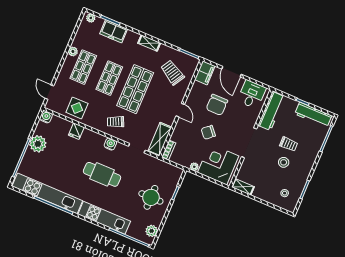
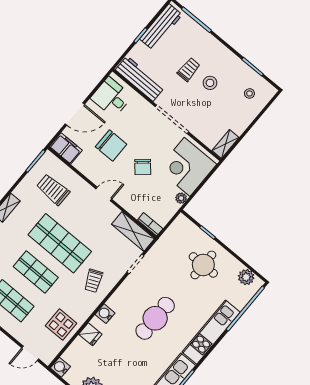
trolley: (172, 73) -> (53, 190), turned 60
water cooler: (110, 144) -> (105, 314), moved

